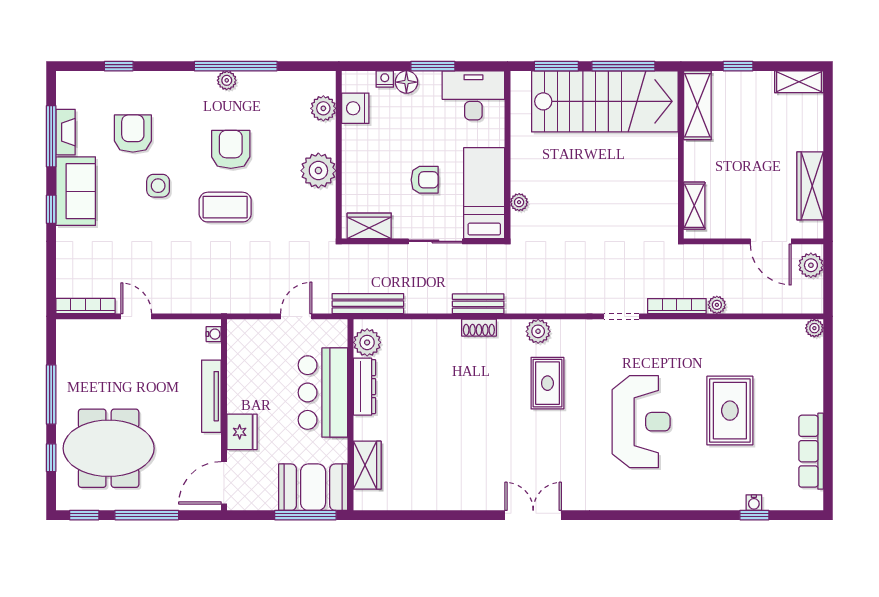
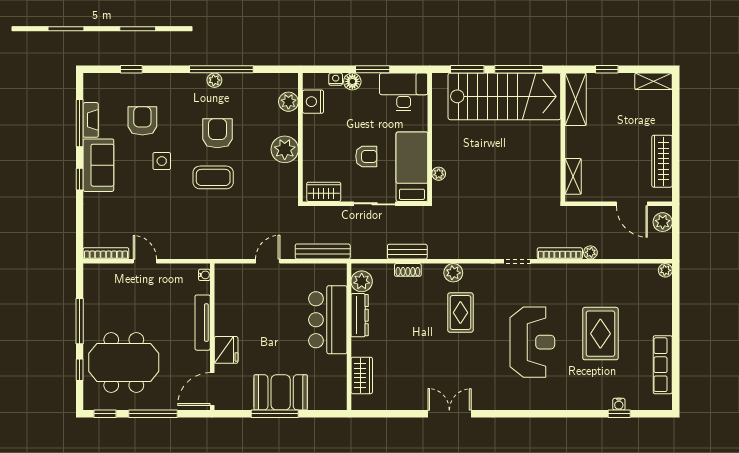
plant: (367, 342) -> (362, 281), moved
dresser: (364, 387) -> (360, 315), moved
bar counter: (323, 393) -> (328, 320), moved
wall: (351, 415) -> (349, 337), moved
wardrobe: (367, 465) -> (362, 375), moved

